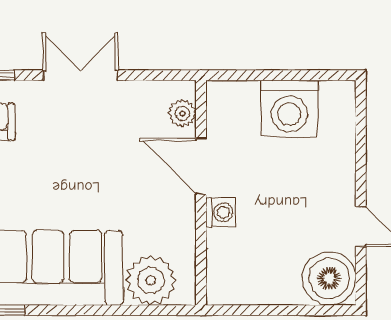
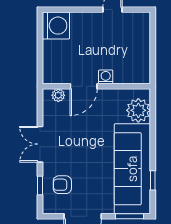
washing machine: (289, 108) -> (56, 26), moved
boiler: (329, 278) -> (137, 25), removed

